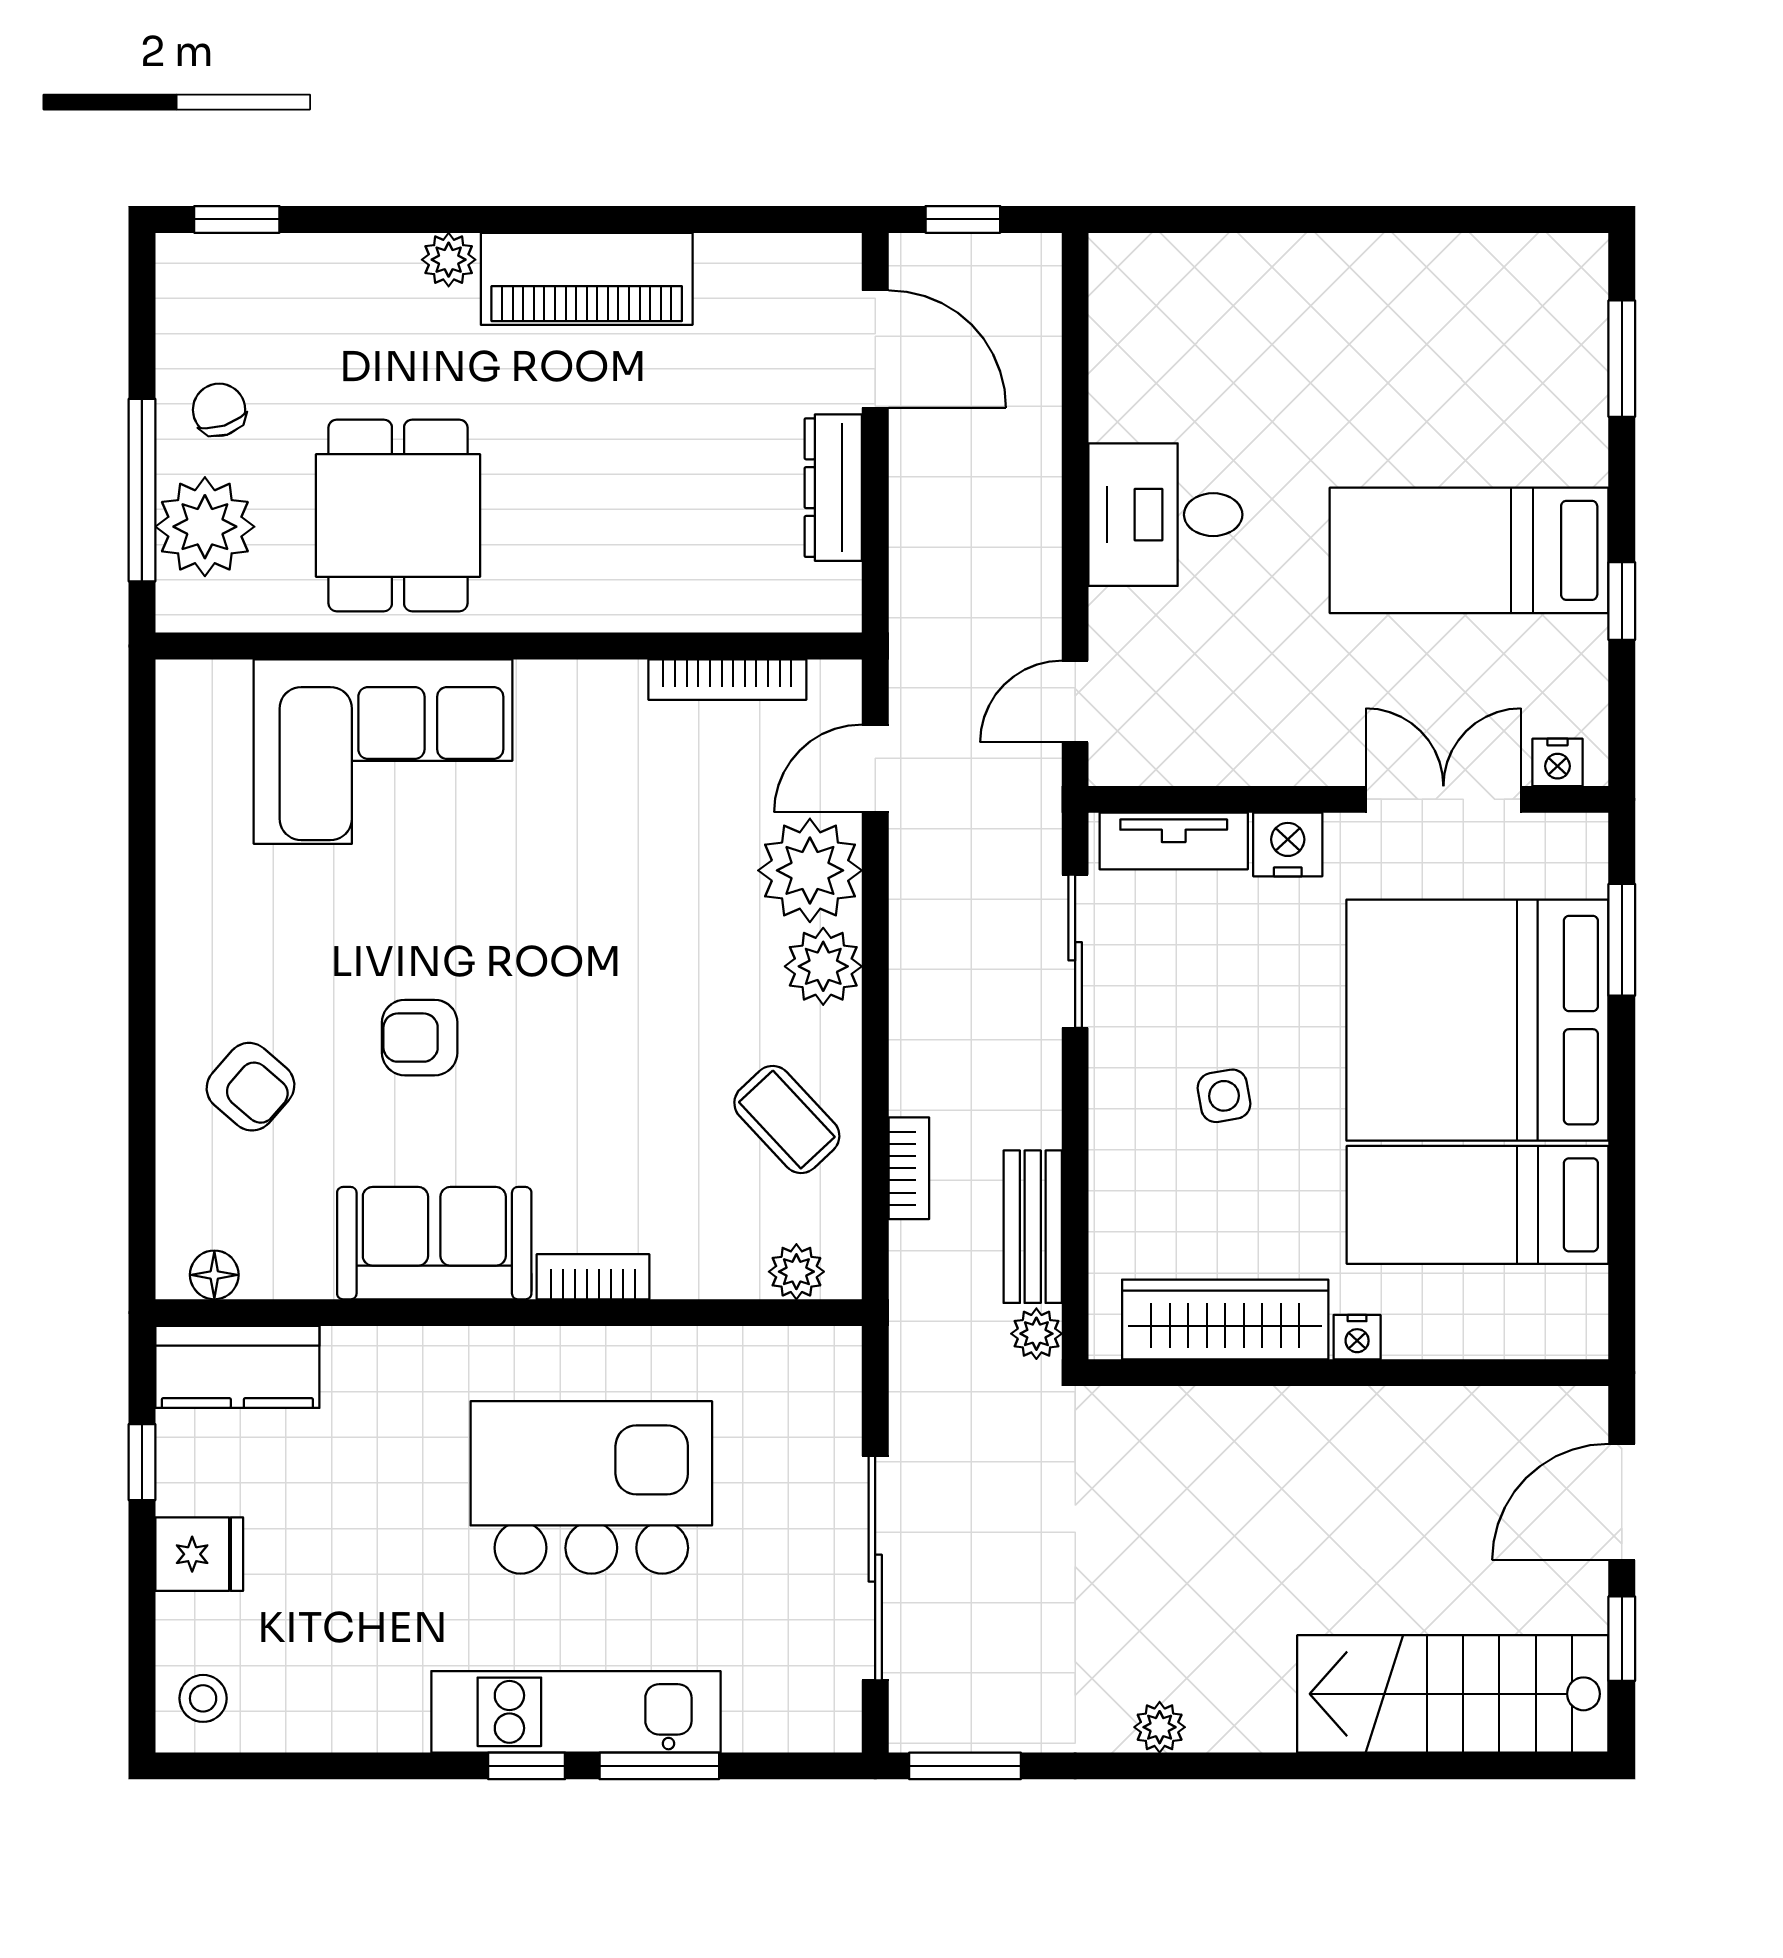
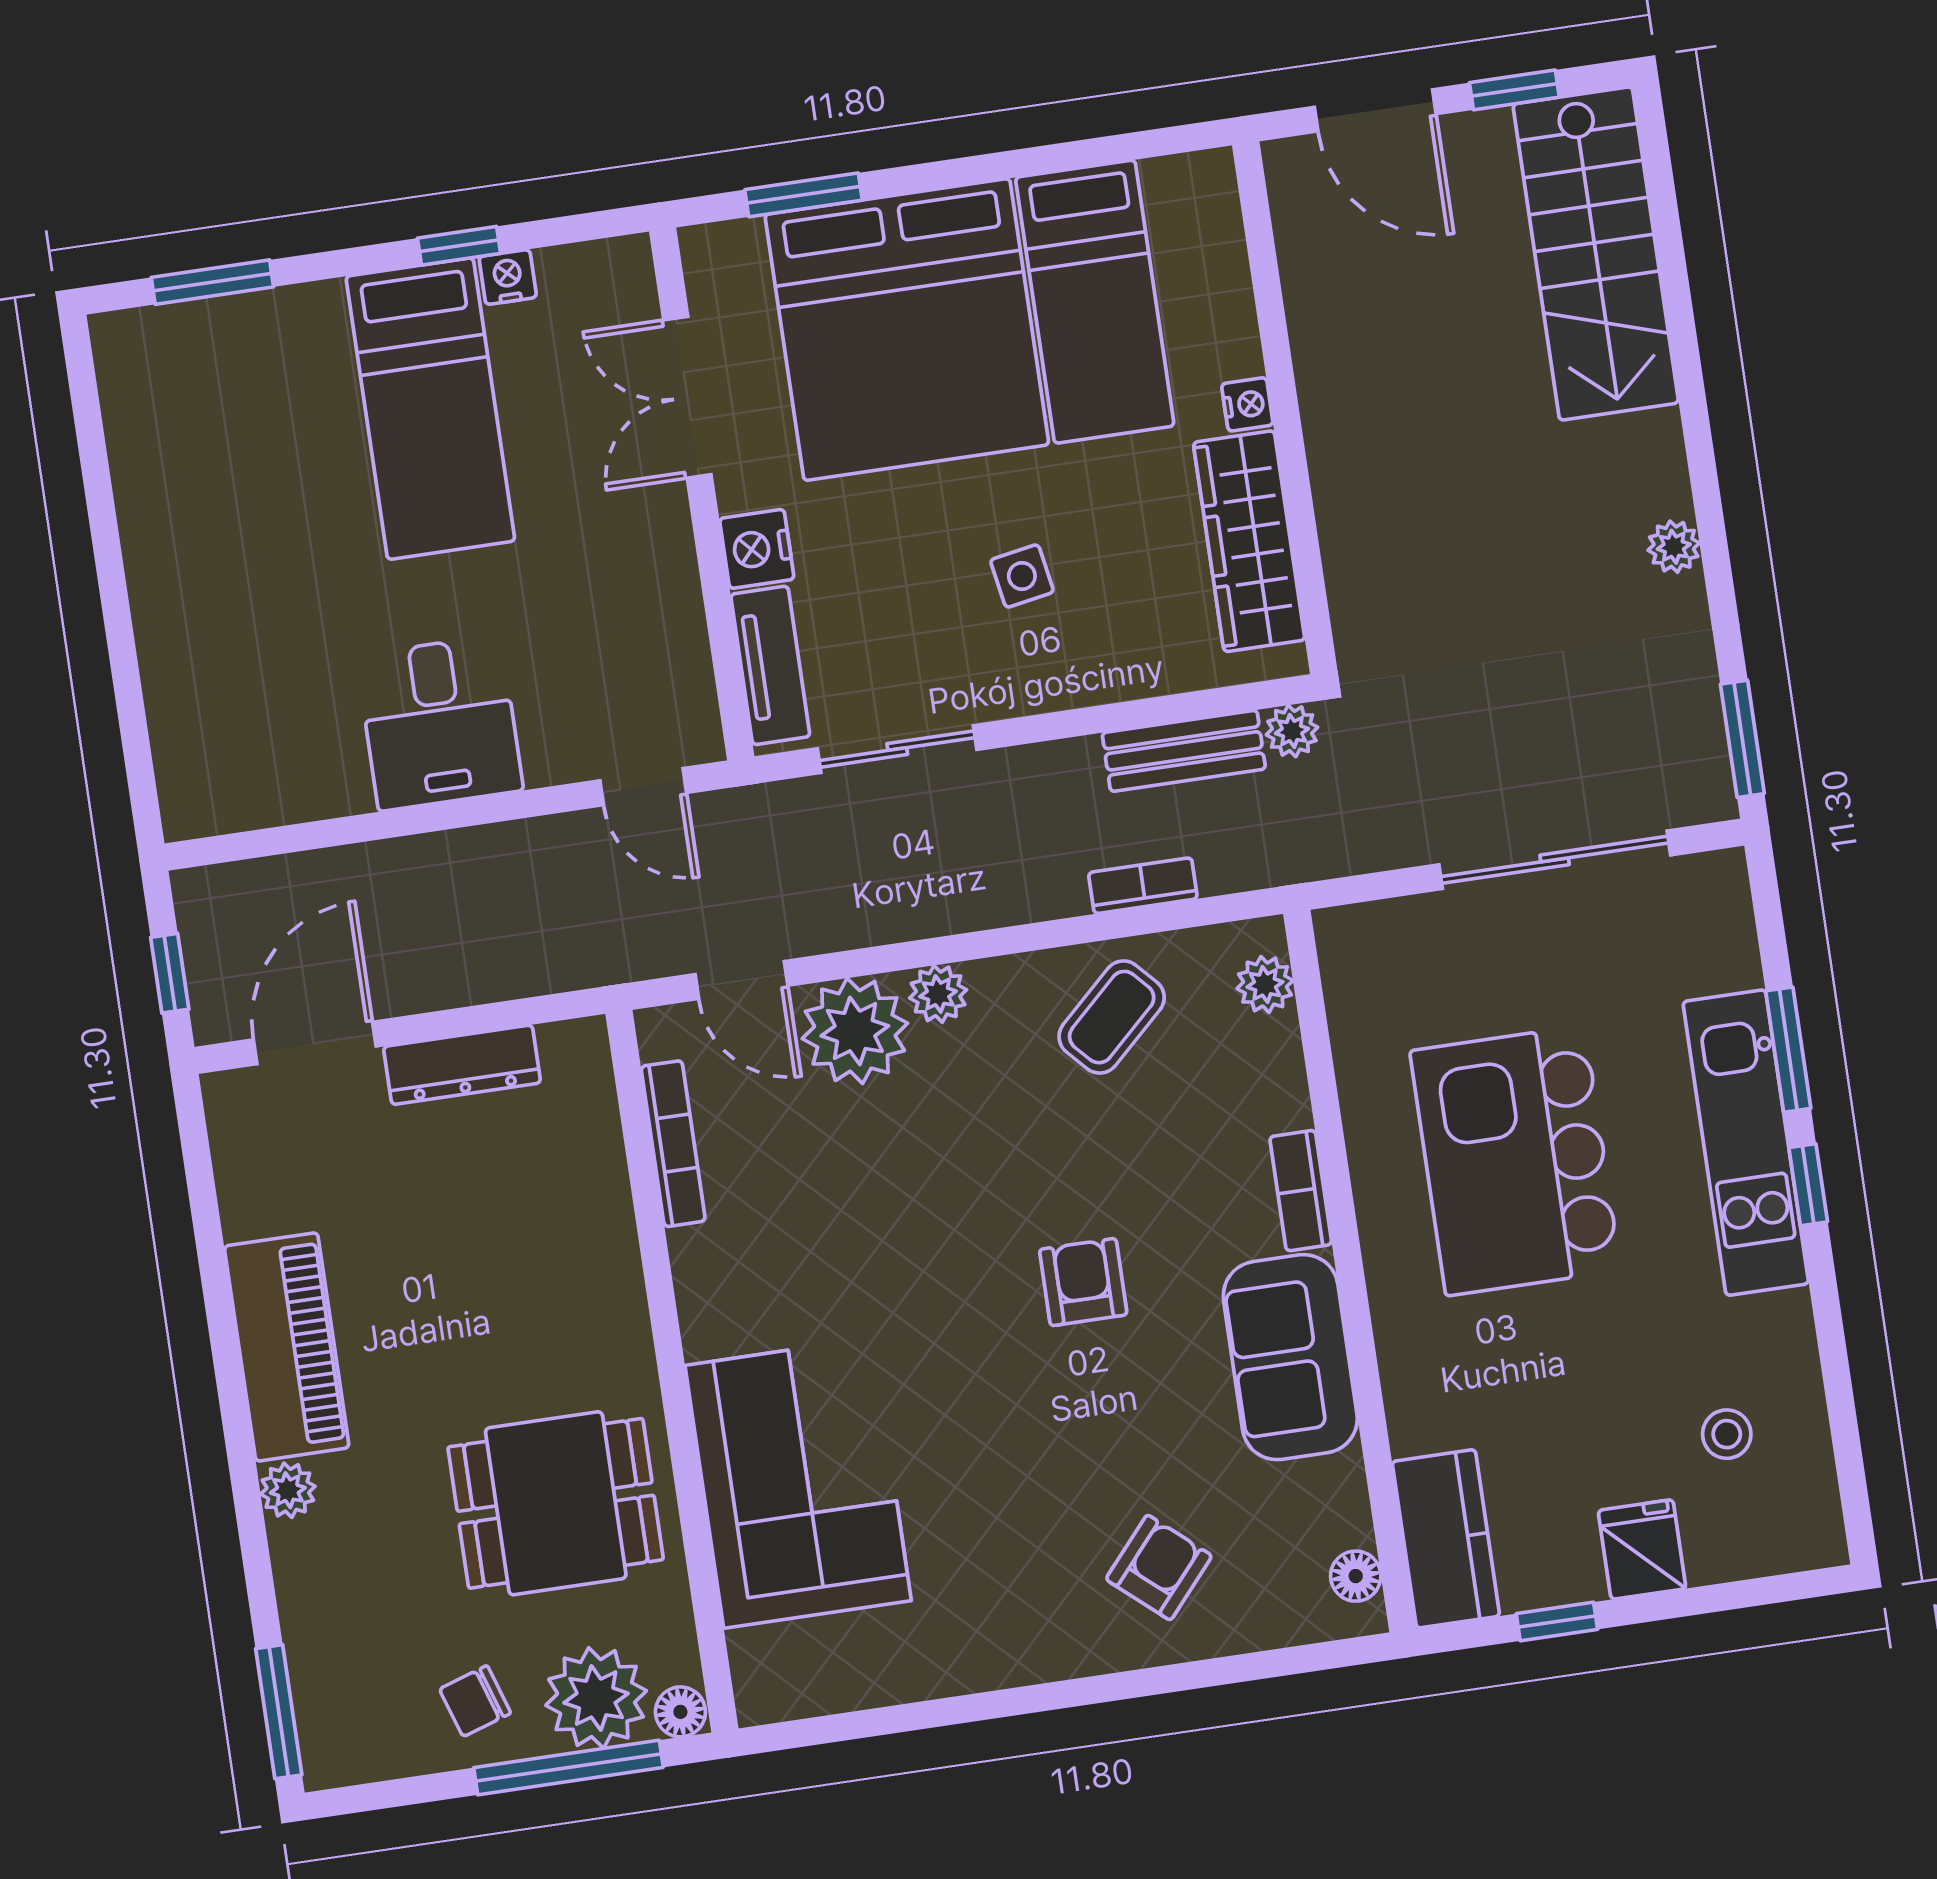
window: (237, 219) -> (279, 1712), width x1.50
floor lamp: (180, 606) -> (680, 1712), added
nightstand: (1558, 762) -> (508, 277), moved, turned -90
plant: (823, 966) -> (938, 994), width x0.73, depth x0.73
armchair: (420, 1038) -> (1083, 1282), moved, turned 180
stool: (203, 1698) -> (1727, 1434), moved

